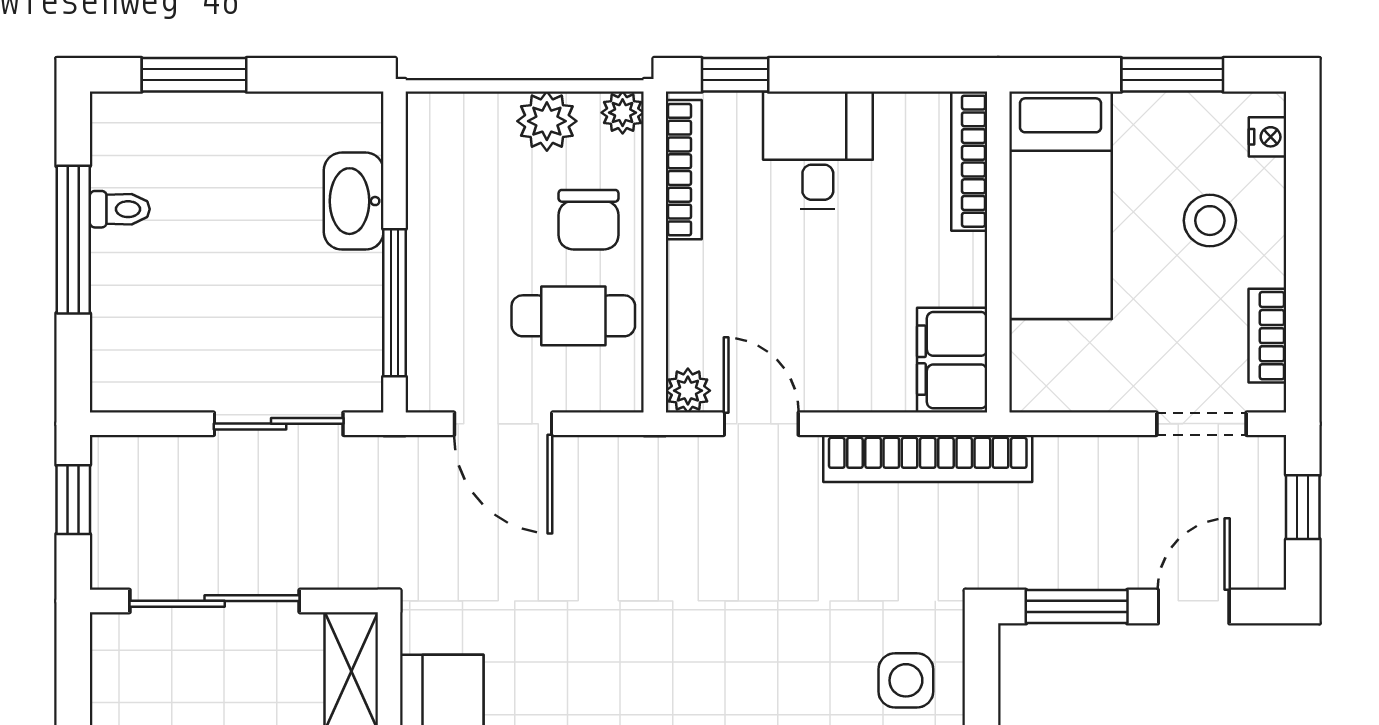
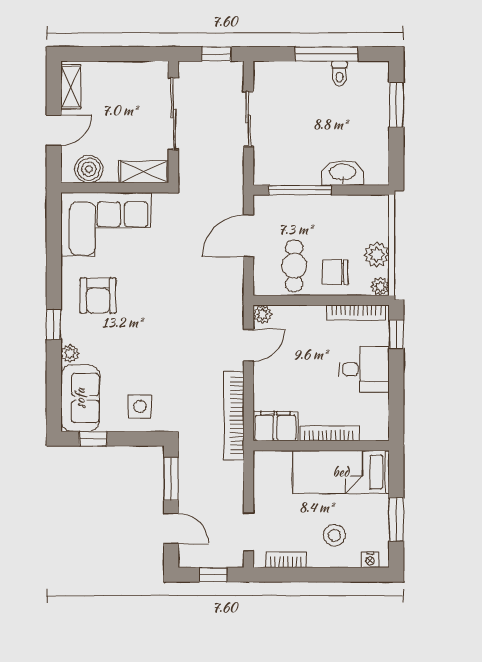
bookcase: (969, 161) -> (329, 433), moved
sliding door: (279, 424) -> (248, 119), moved

